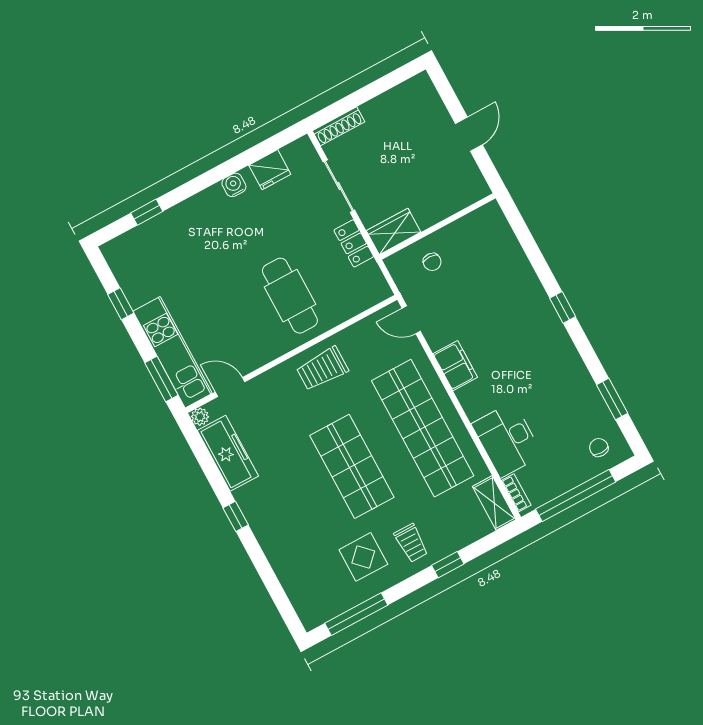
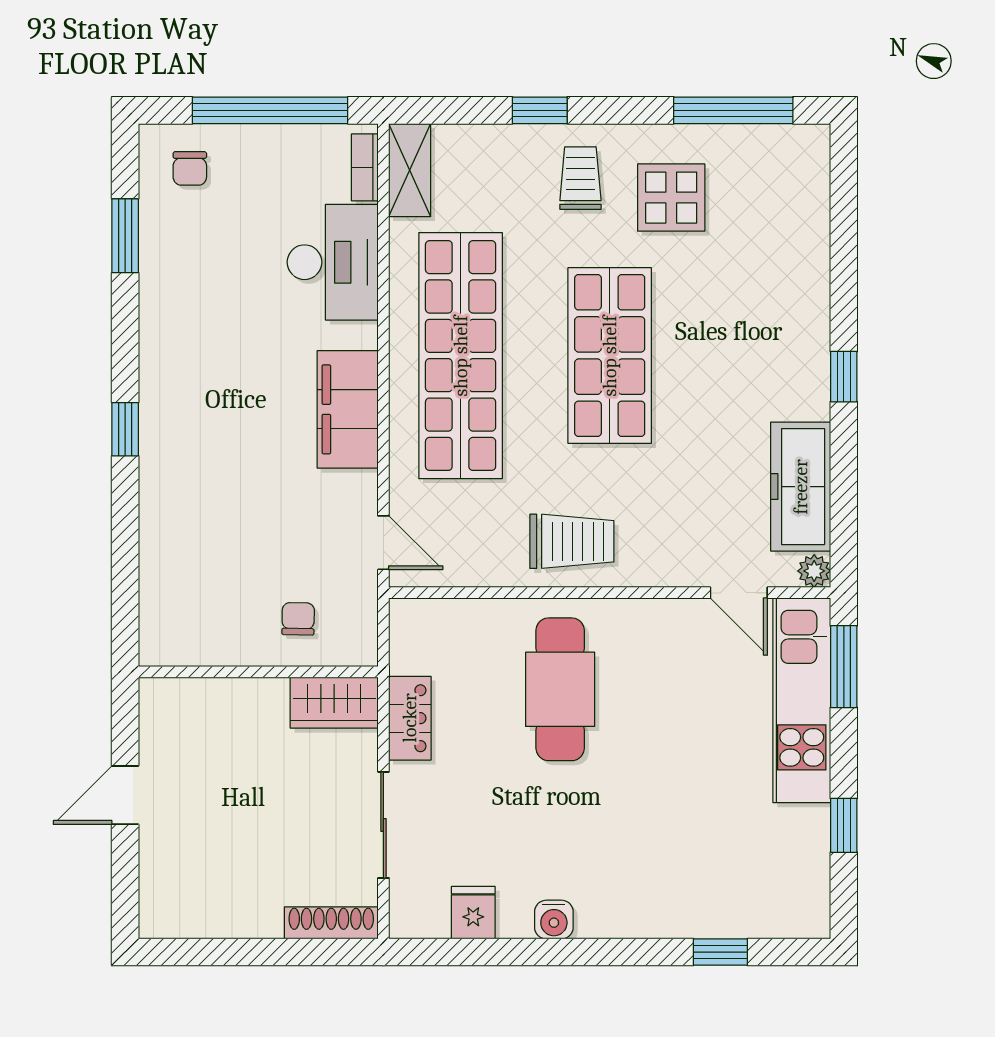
fridge: (270, 170) -> (473, 913), width x0.72
filing cabinet: (455, 366) -> (348, 409), width x1.50, depth x1.17

